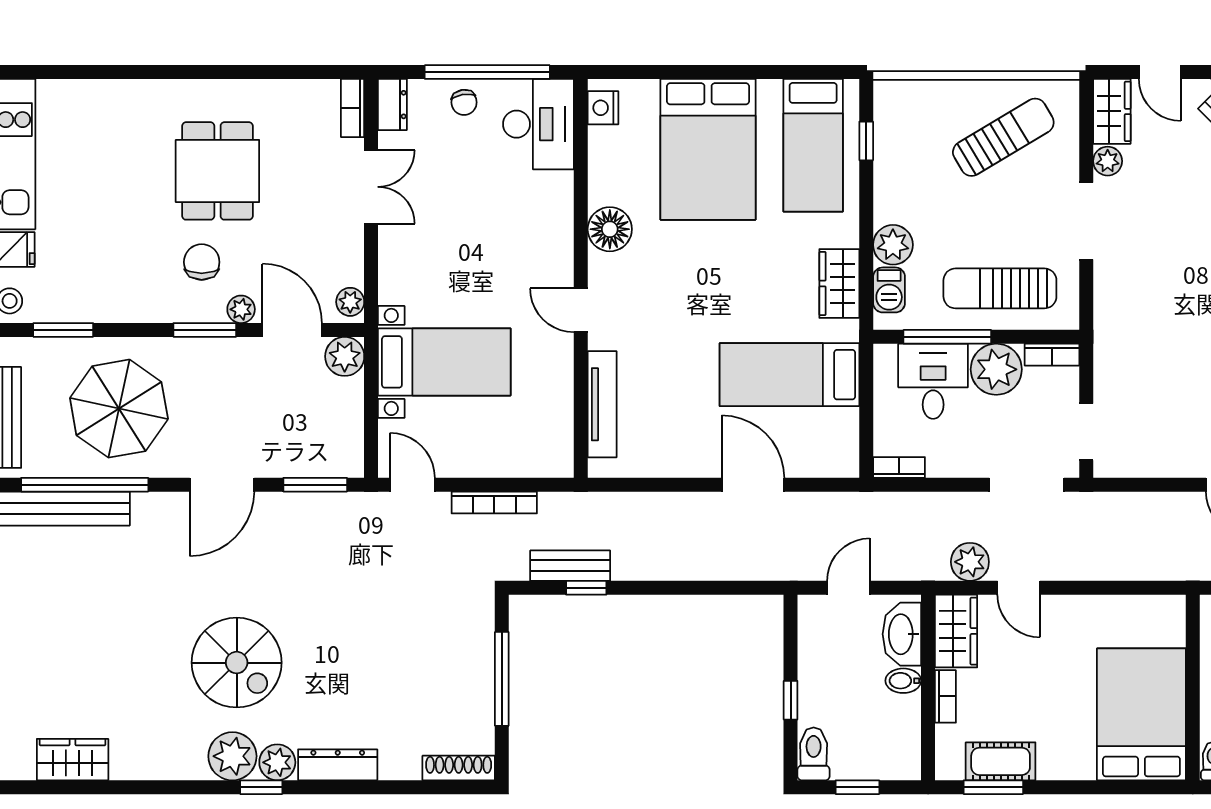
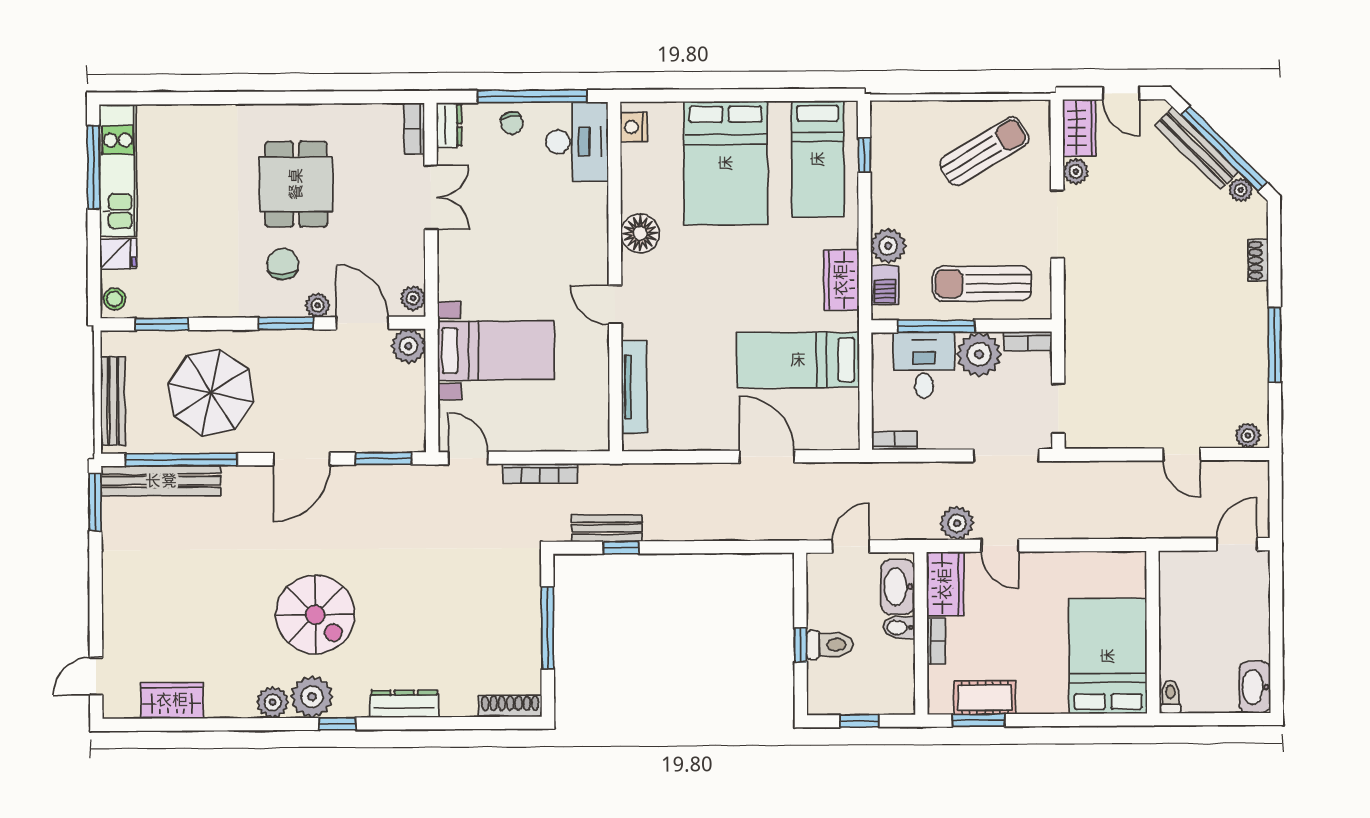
toilet: (814, 754) -> (830, 645), moved, turned 90
plant: (277, 762) -> (273, 702), moved

